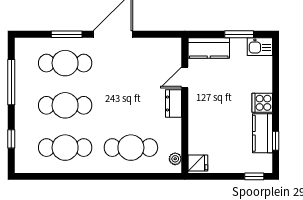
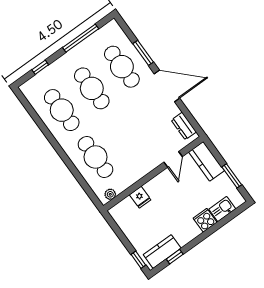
kitchen sink: (260, 47) -> (222, 209), moved, turned 90
door: (185, 77) -> (173, 159), swing flipped
cooker: (262, 103) -> (205, 220), moved
dresser: (174, 104) -> (184, 126), moved, turned -90
kitchen counter: (262, 133) -> (162, 251), moved
fridge: (198, 163) -> (140, 197), moved

